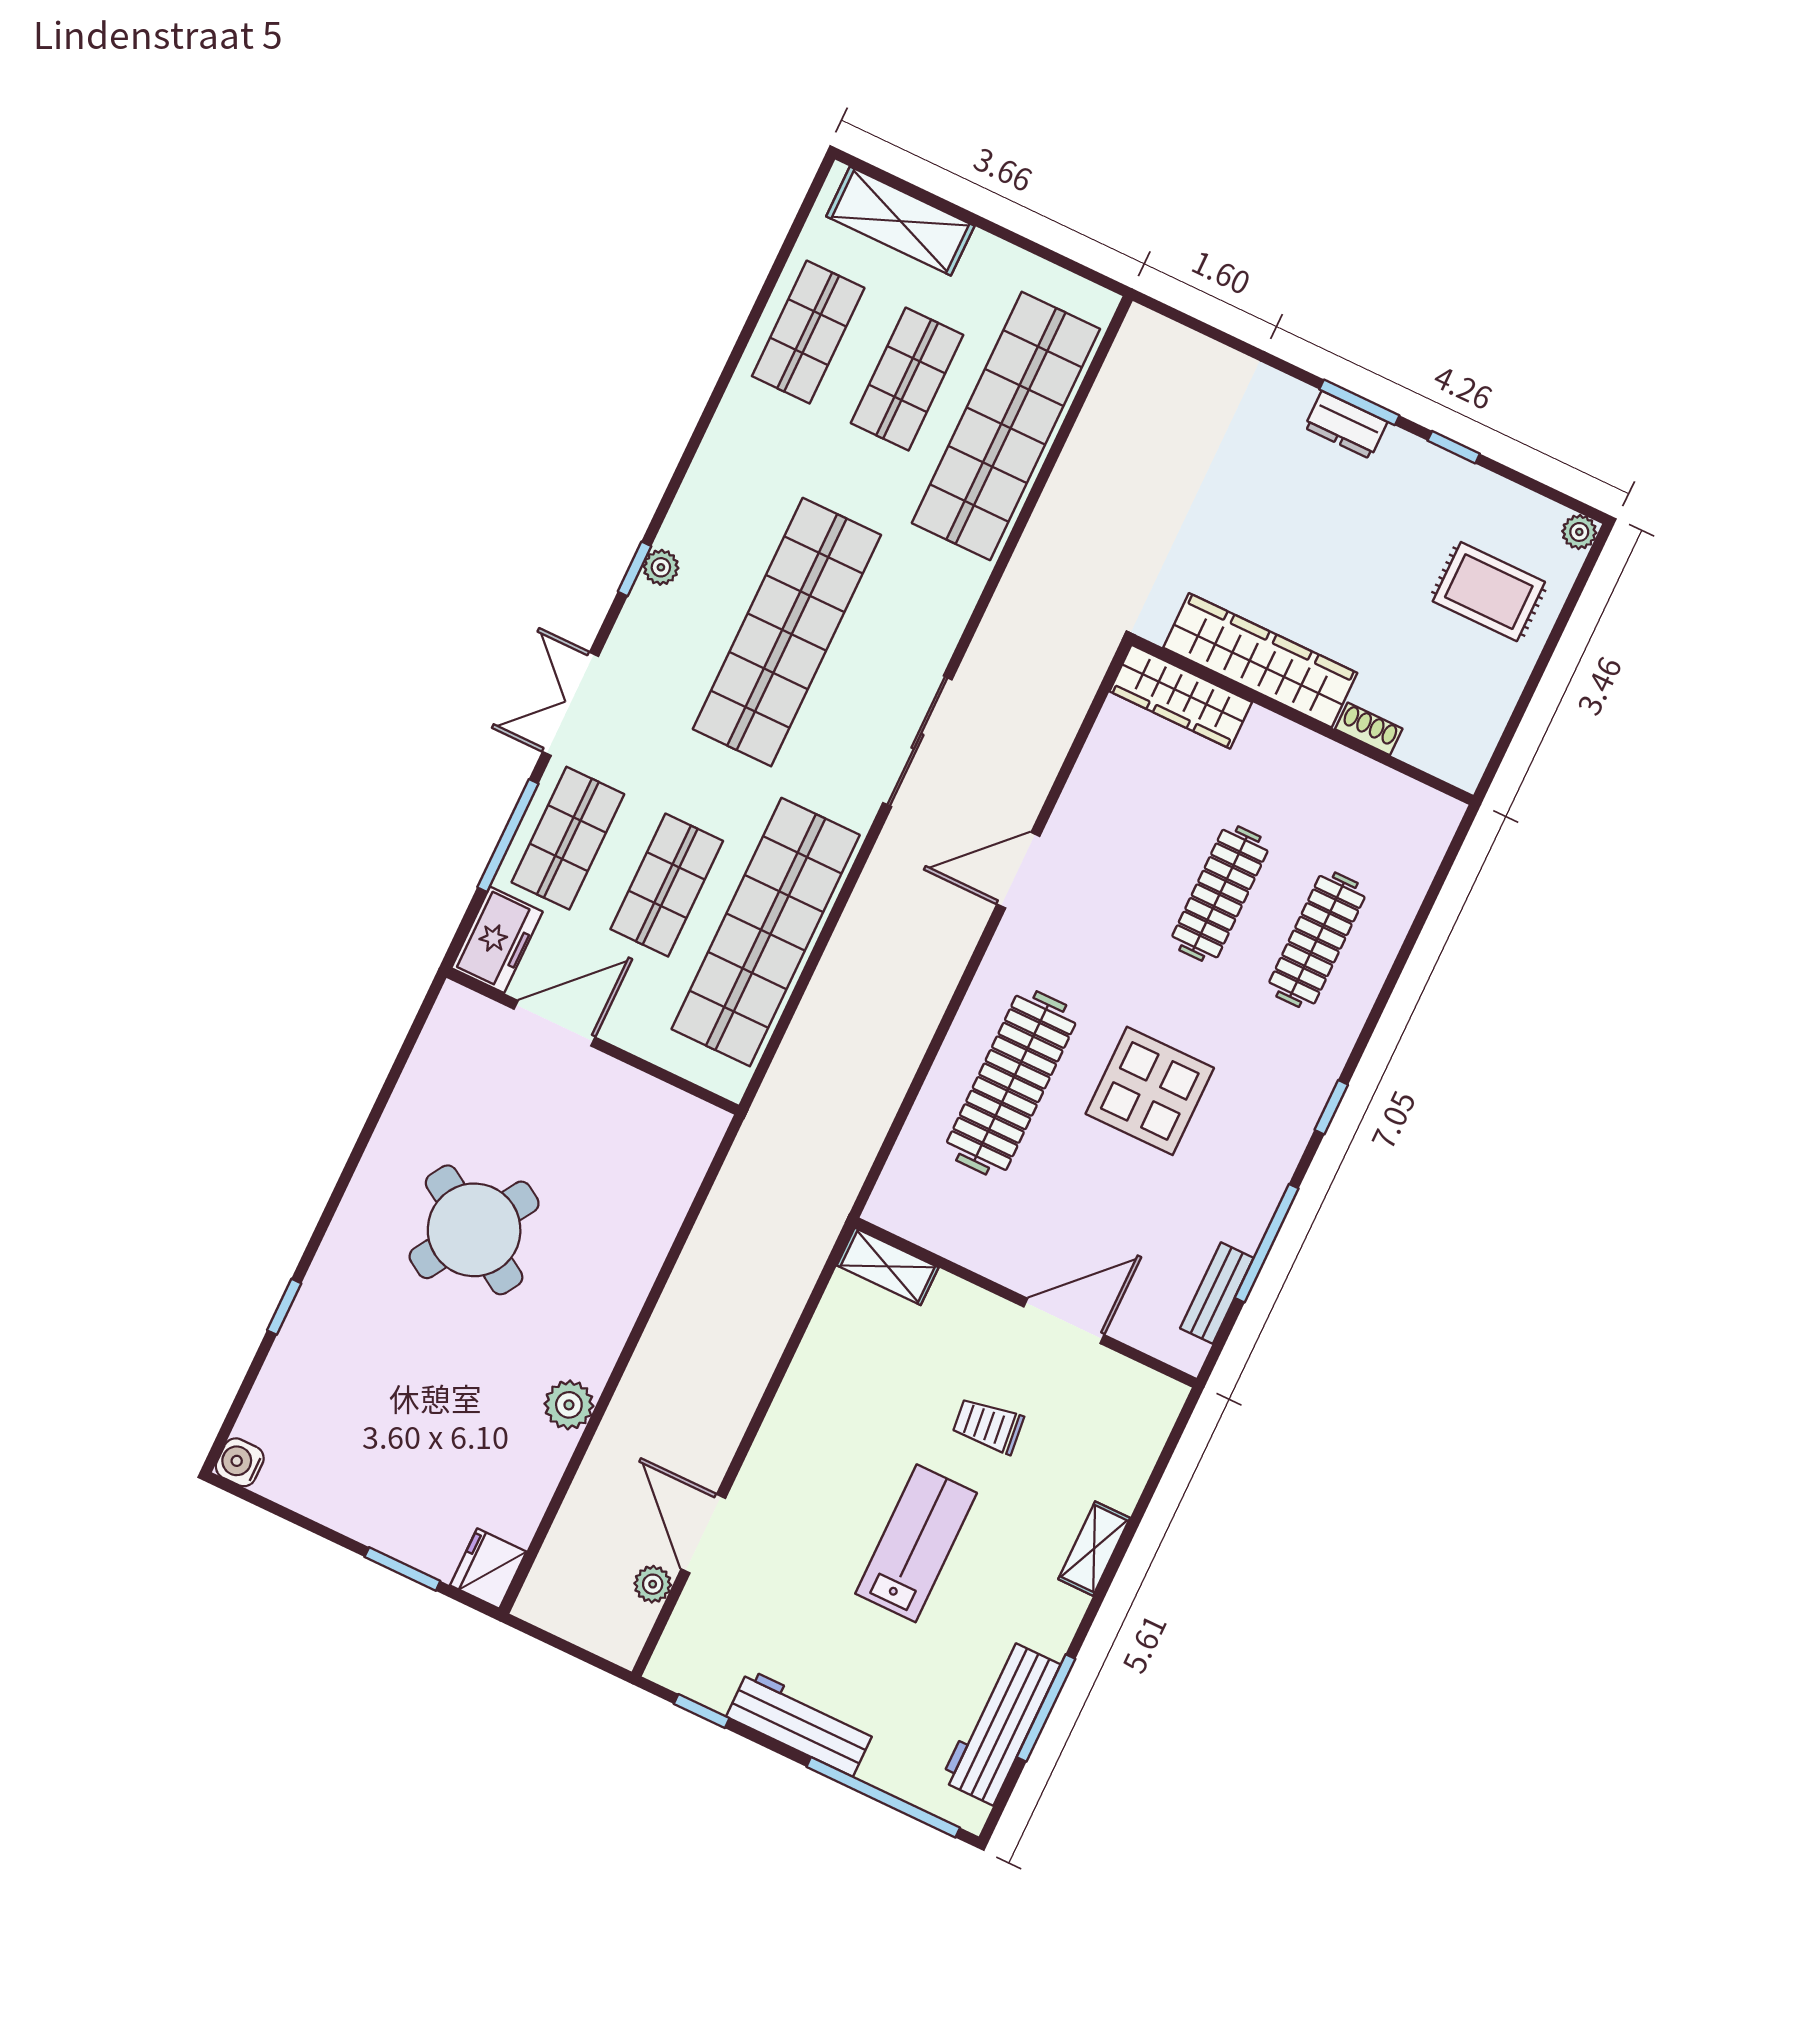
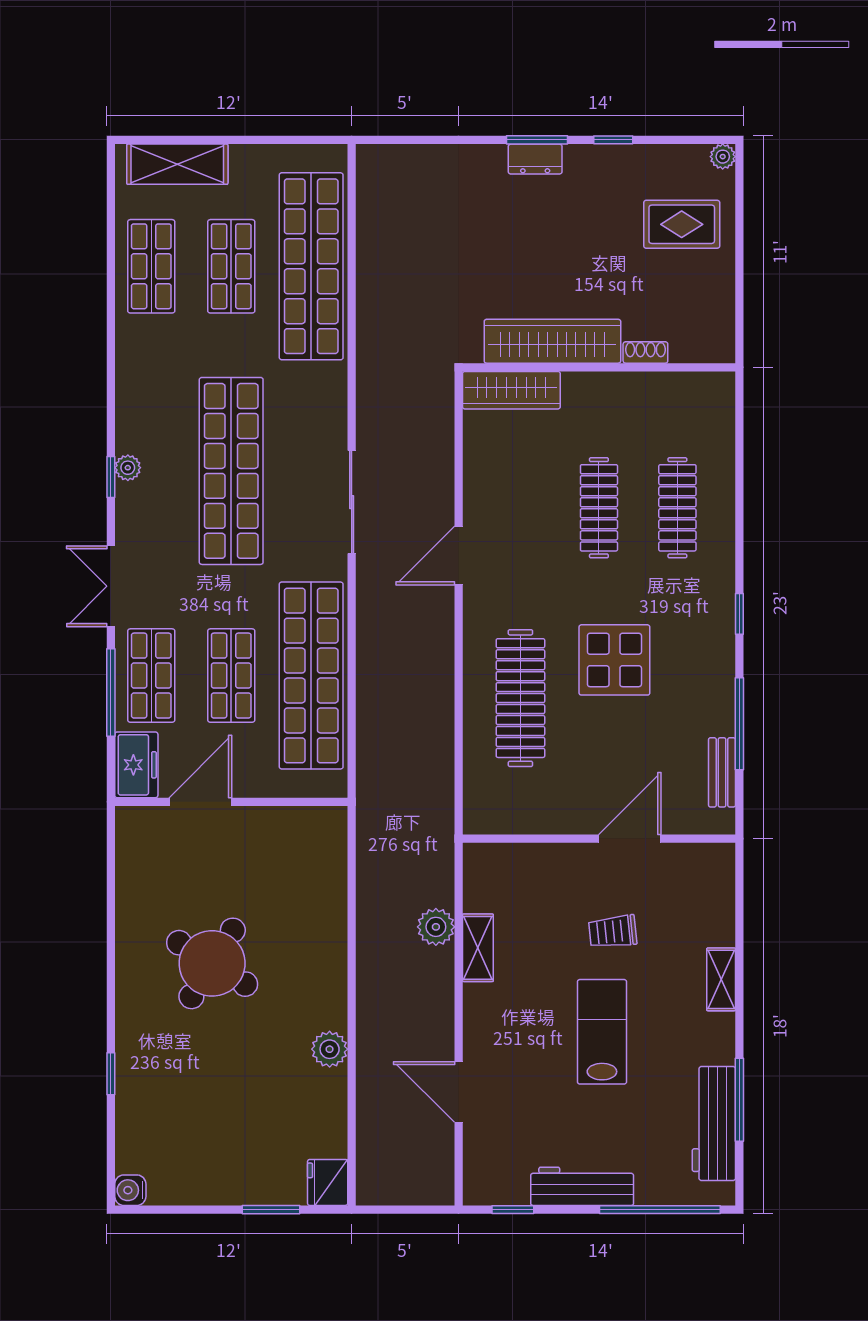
shelving: (888, 1266) -> (478, 948), moved, turned 90
plant: (653, 1584) -> (436, 927), moved, width x1.38, depth x1.38

